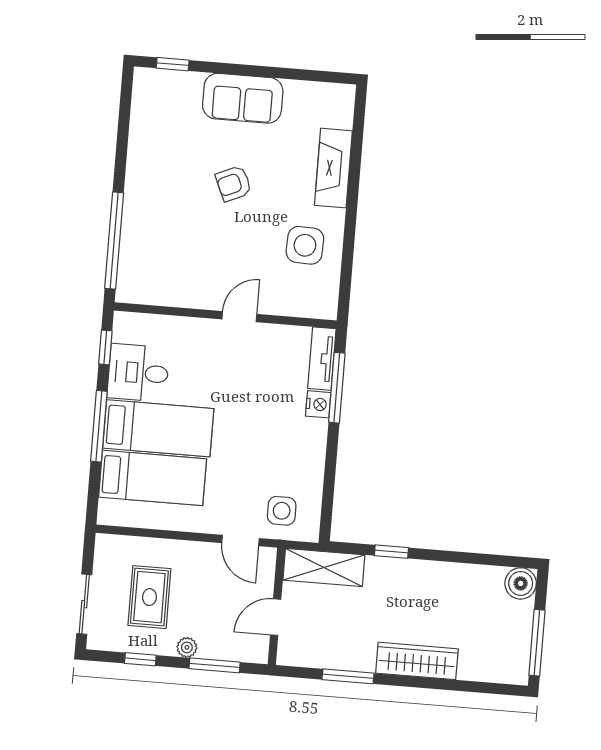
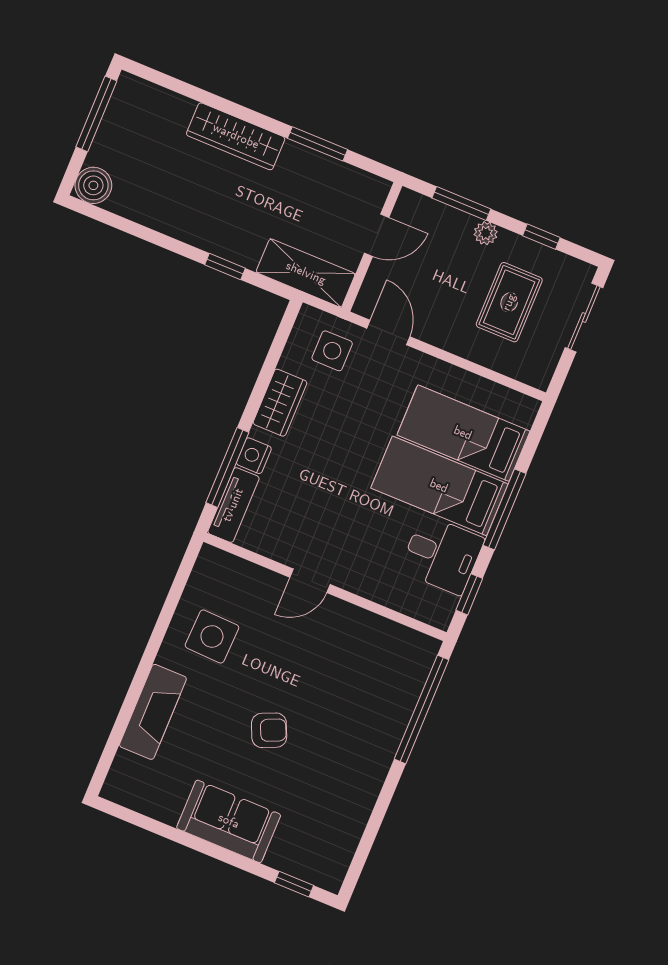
wardrobe: (311, 455) -> (280, 403), added

